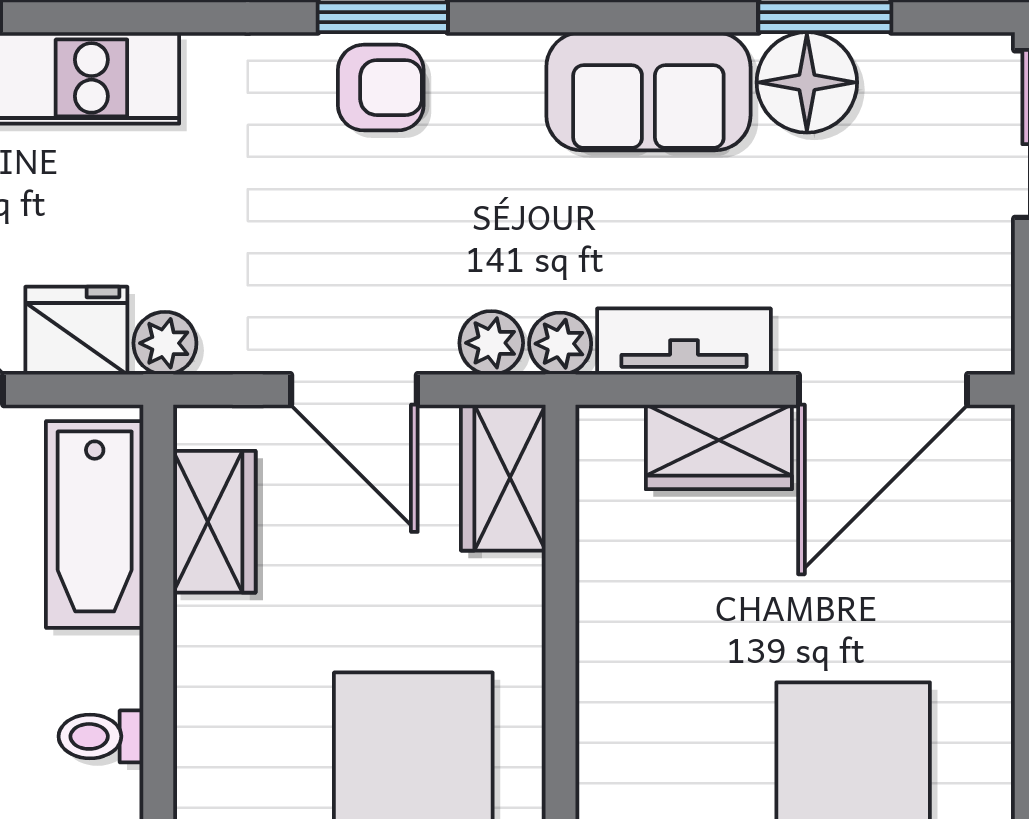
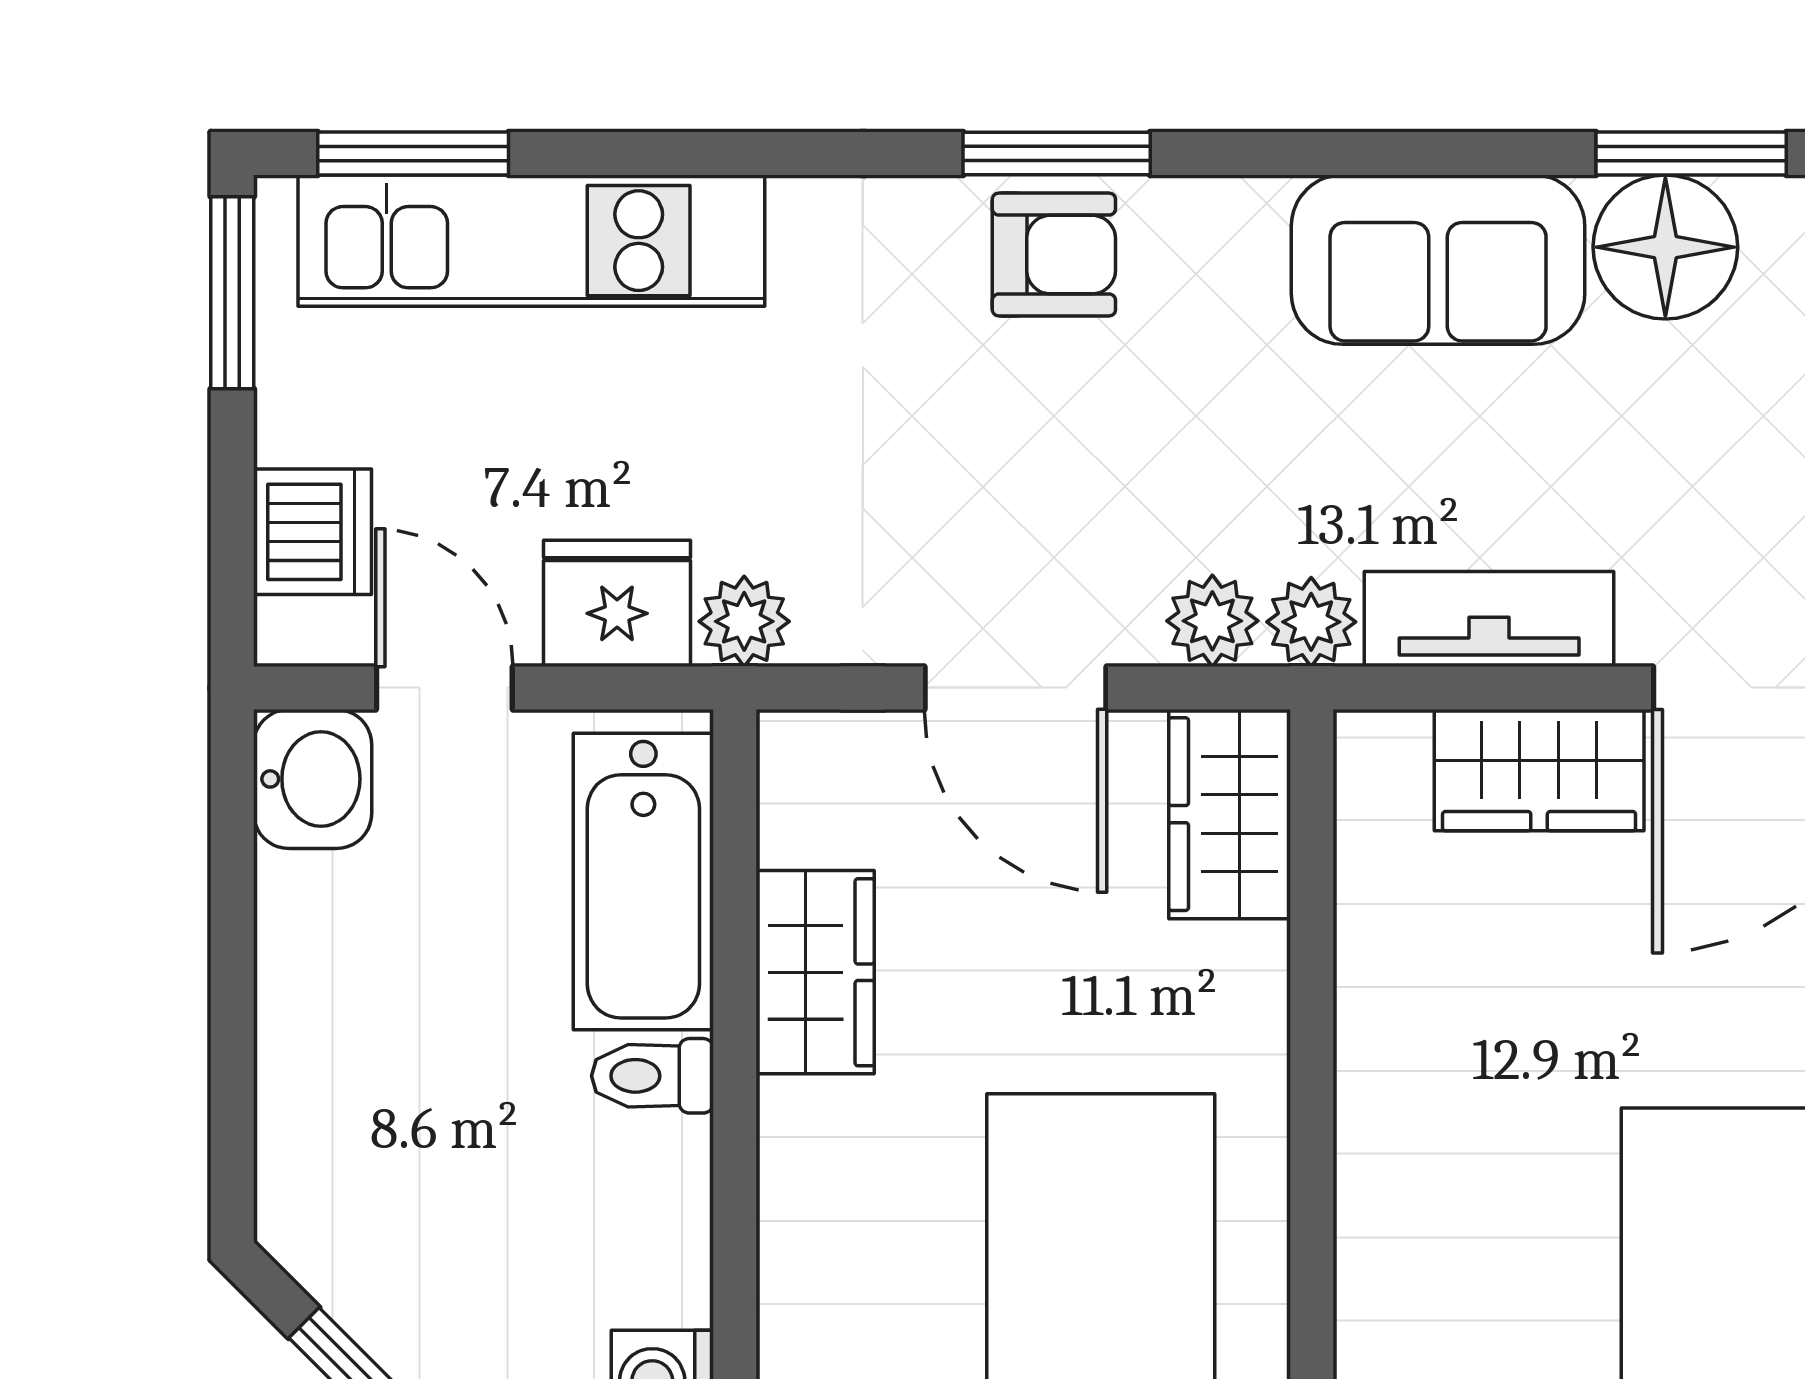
wardrobe: (214, 522) -> (815, 972), moved
toilet: (101, 736) -> (652, 1076), moved

